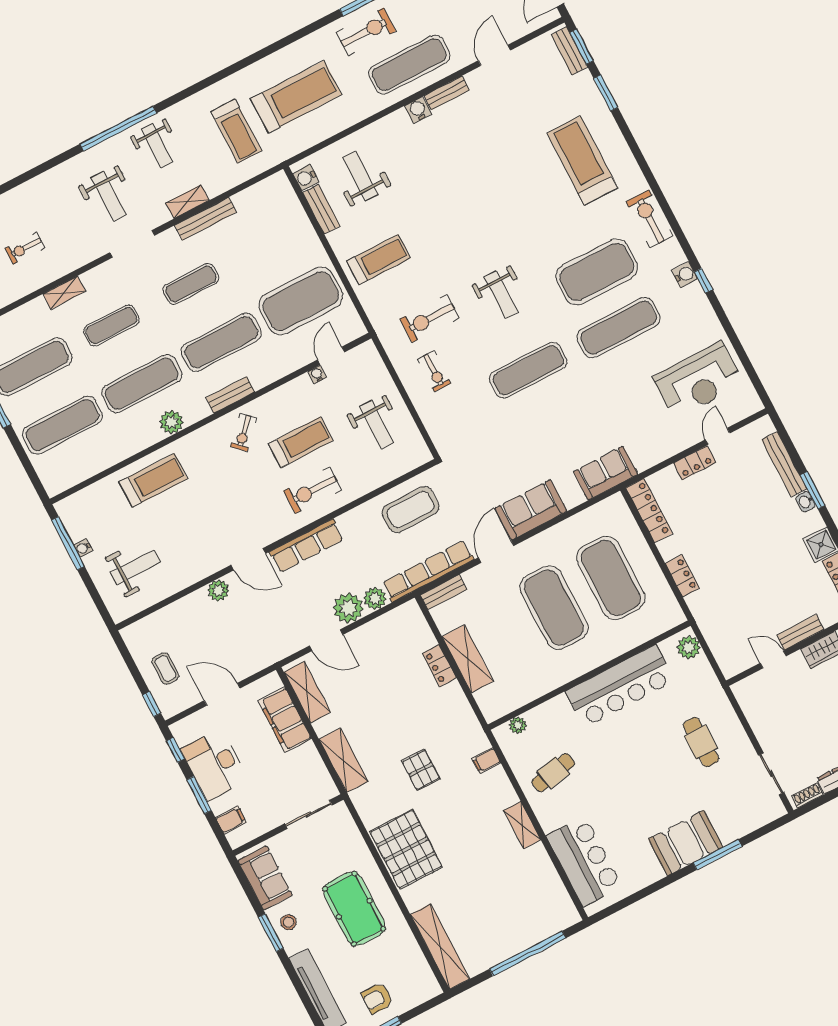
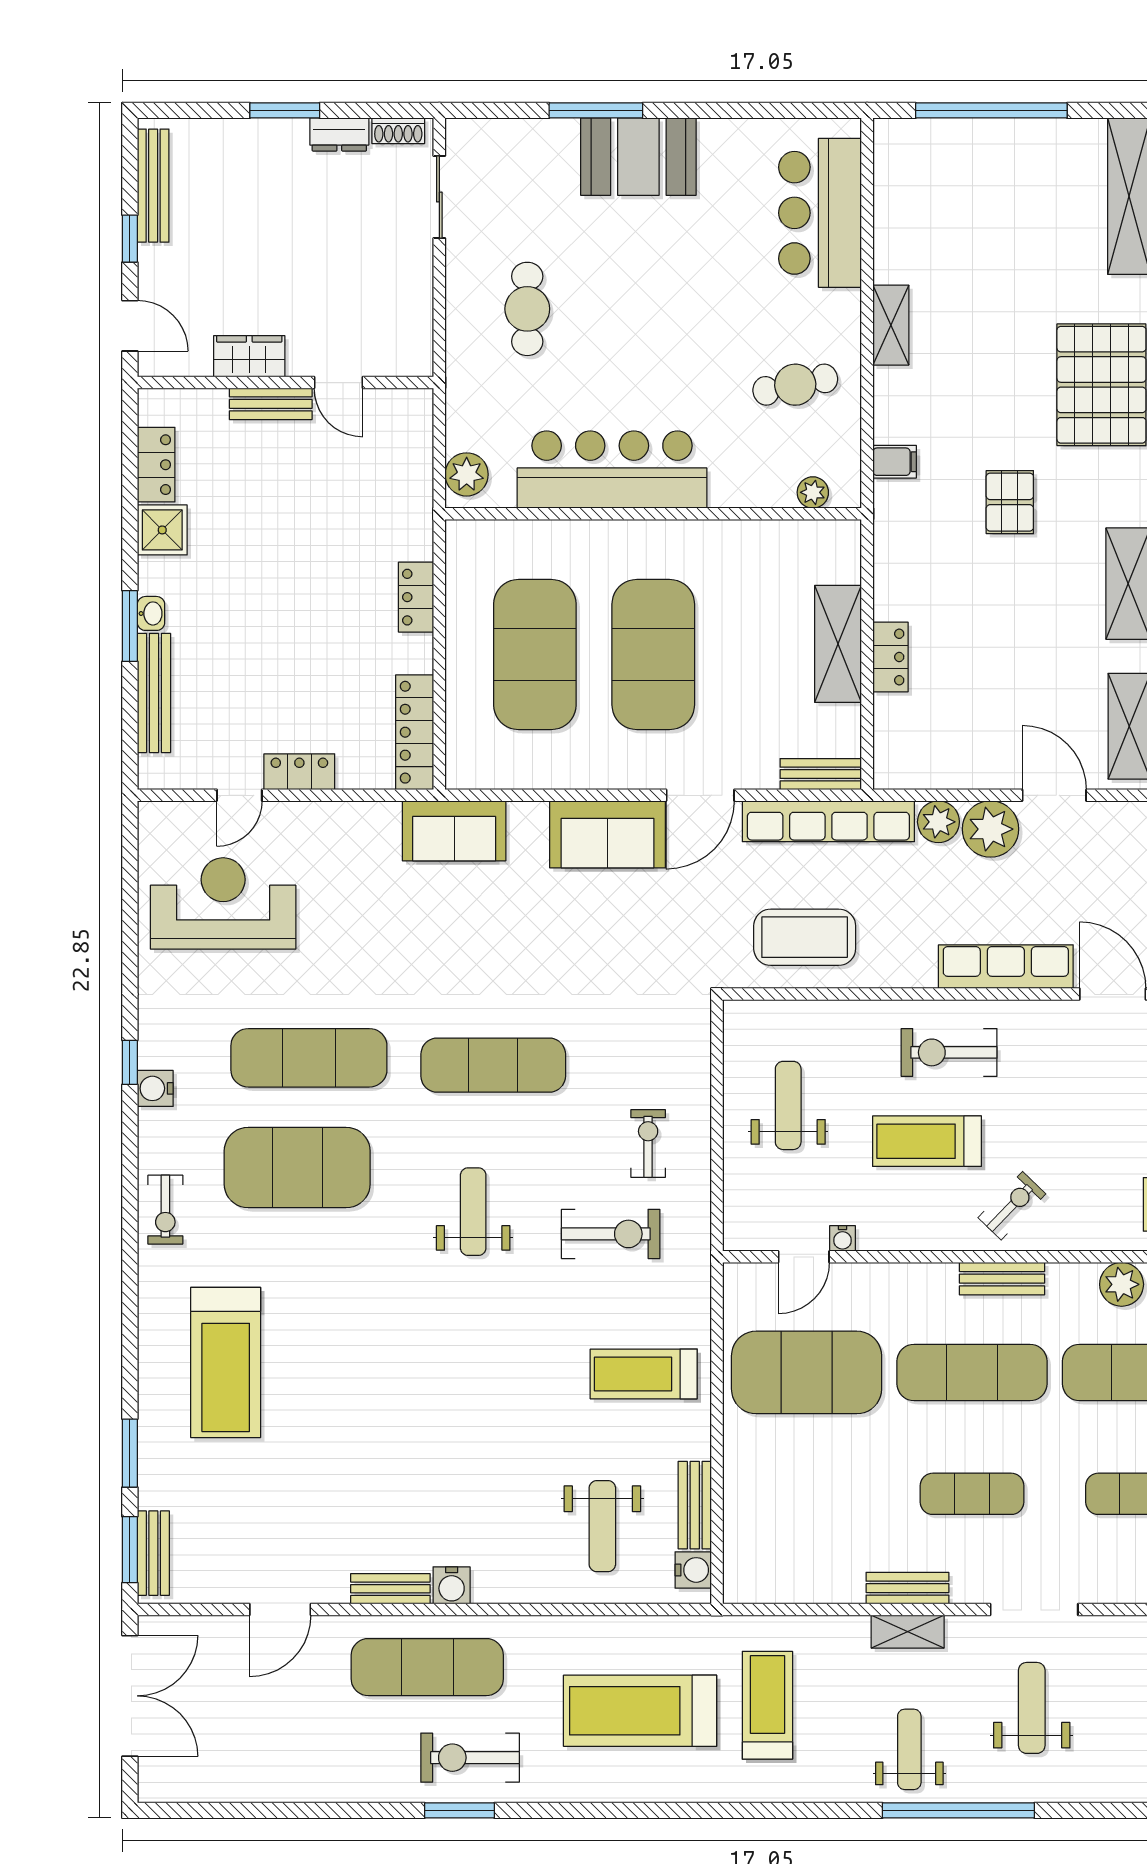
bench: (206, 219) -> (907, 1588), width x0.73
exercise bike: (650, 219) -> (165, 1210), width x0.73, depth x0.72
exercise bike: (312, 490) -> (949, 1052), turned 180

